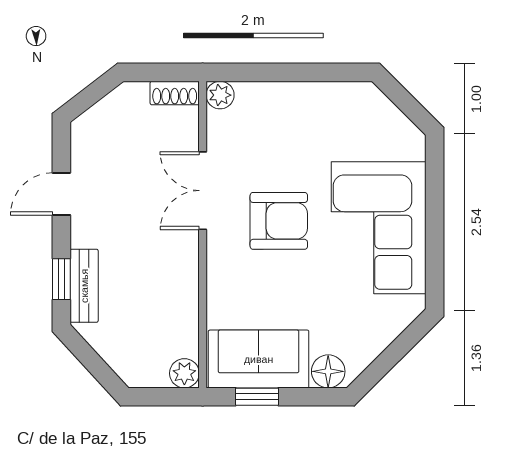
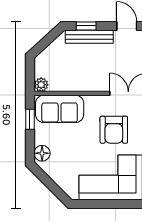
bench: (84, 286) -> (89, 37), width x1.36
sofa: (259, 359) -> (60, 109), moved, turned 90

